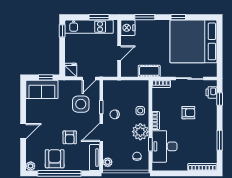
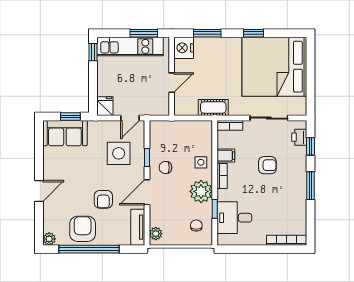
filing cabinet: (158, 106) -> (226, 156), added
window: (220, 140) -> (310, 186), moved
desk: (164, 146) -> (234, 218), width x0.73

